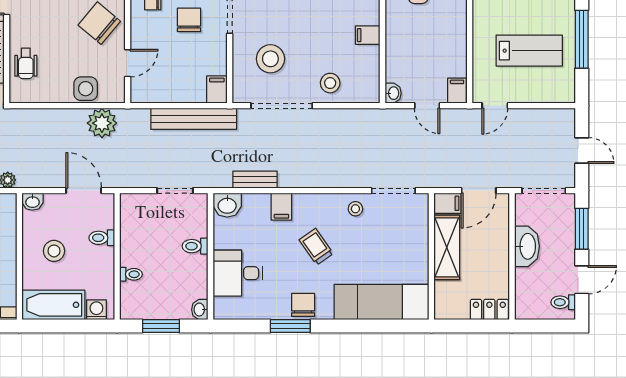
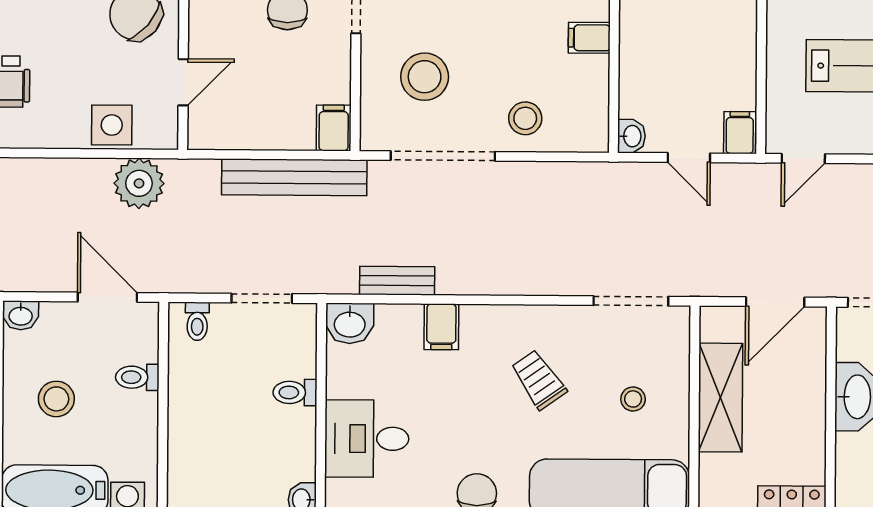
filing cabinet: (447, 203) -> (722, 323), removed
stool: (355, 209) -> (633, 399), moved
trolley: (316, 247) -> (539, 380), moved
toilet: (131, 274) -> (197, 321), moved, turned 90

